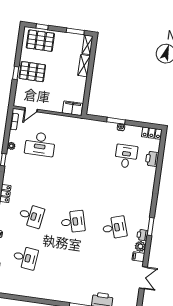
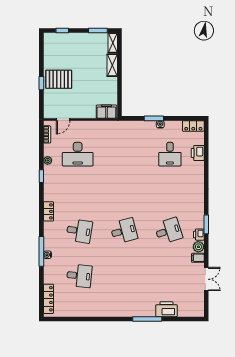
pallet: (40, 41) -> (63, 45), removed
desk: (126, 156) -> (170, 154), turned 180

